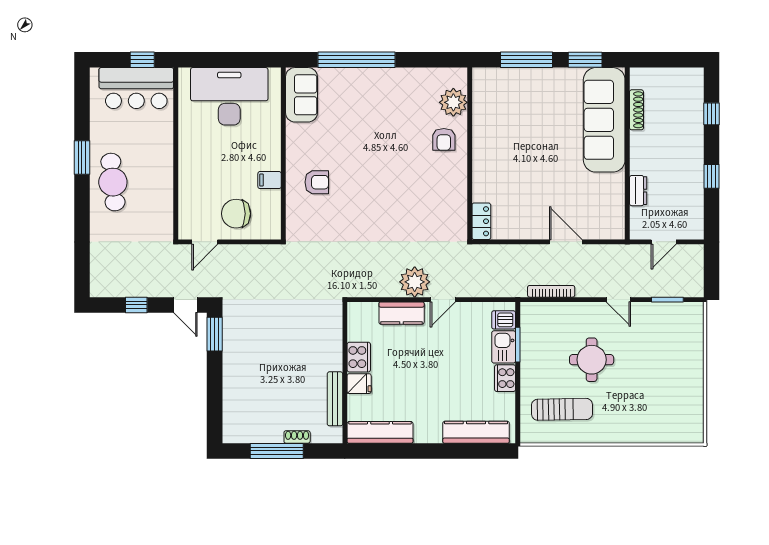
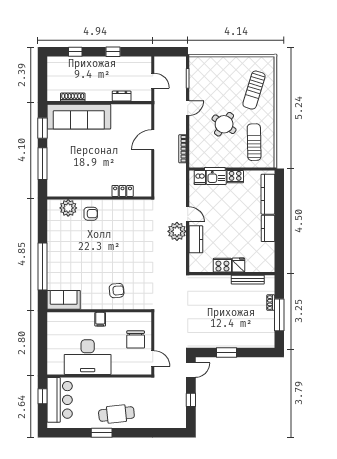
desk: (229, 96) -> (88, 357), moved, turned -90
filing cabinet: (270, 180) -> (100, 319), moved
armchair: (317, 182) -> (117, 291), turned 85
locker: (481, 221) -> (123, 191), moved
window: (215, 334) -> (227, 352), moved
round table: (592, 360) -> (224, 124), turned 35
sun lounger: (648, 409) -> (254, 90), added
kitchen counter: (380, 432) -> (268, 228), moved, width x0.67

